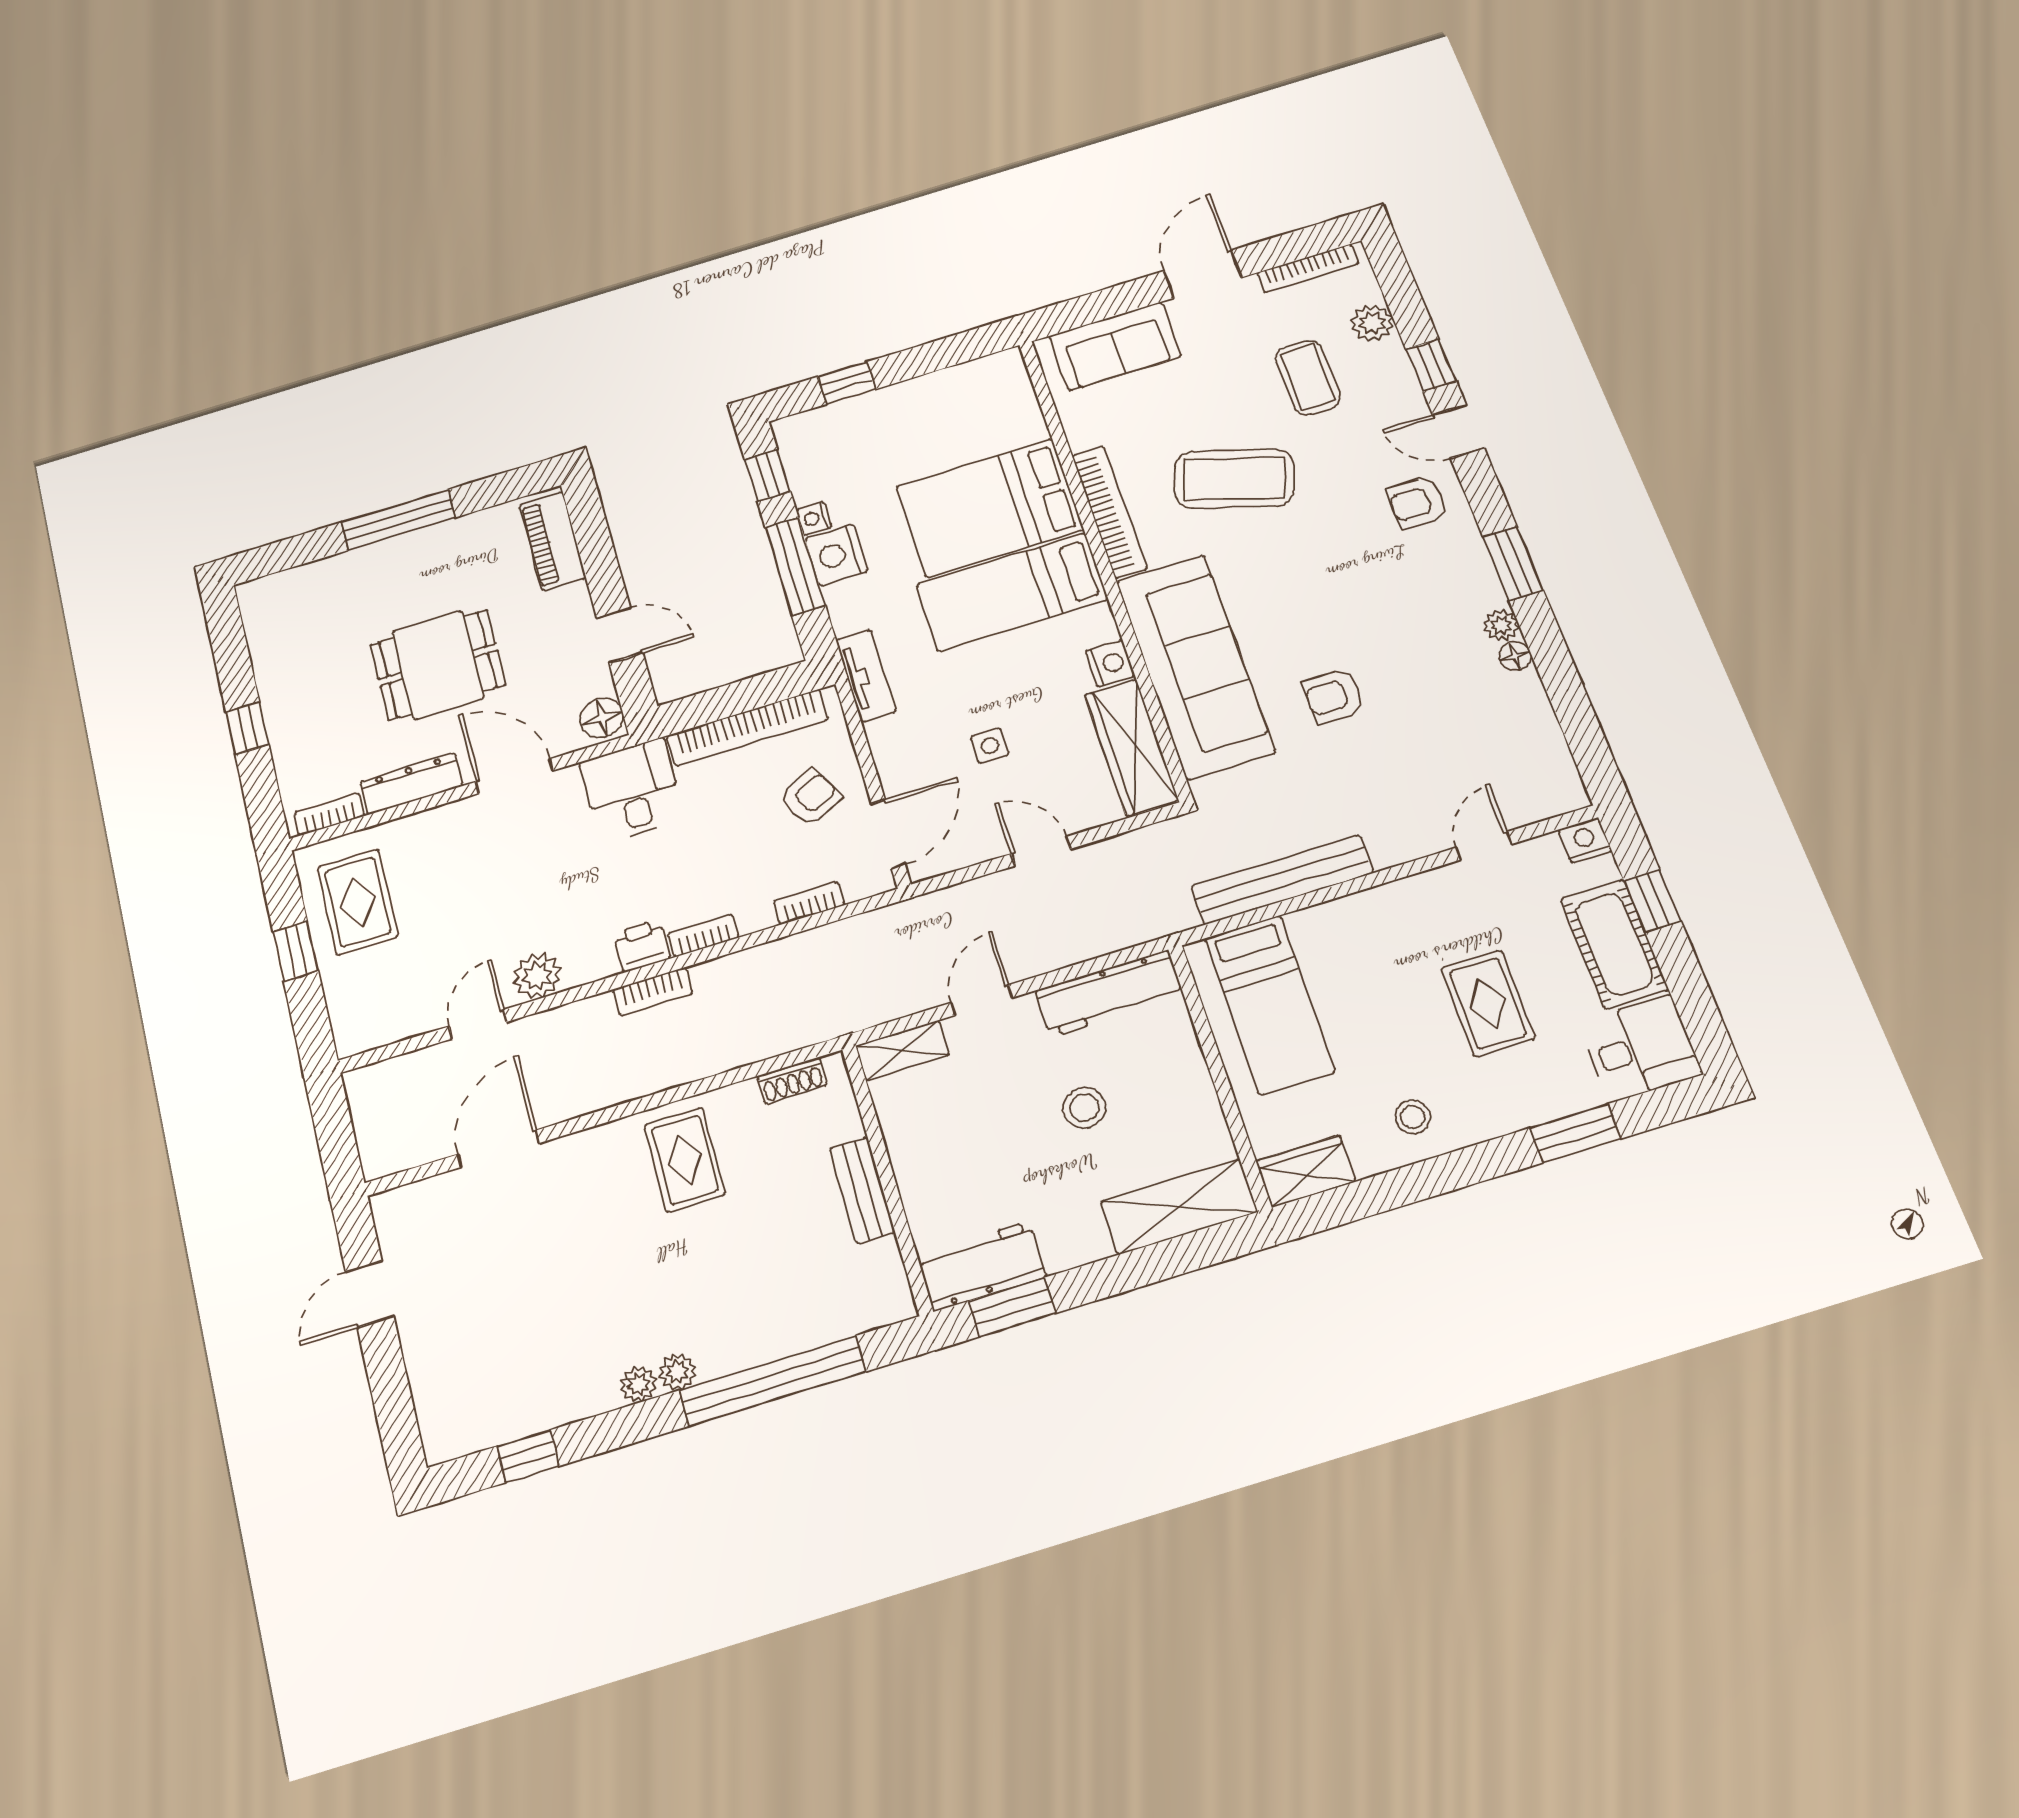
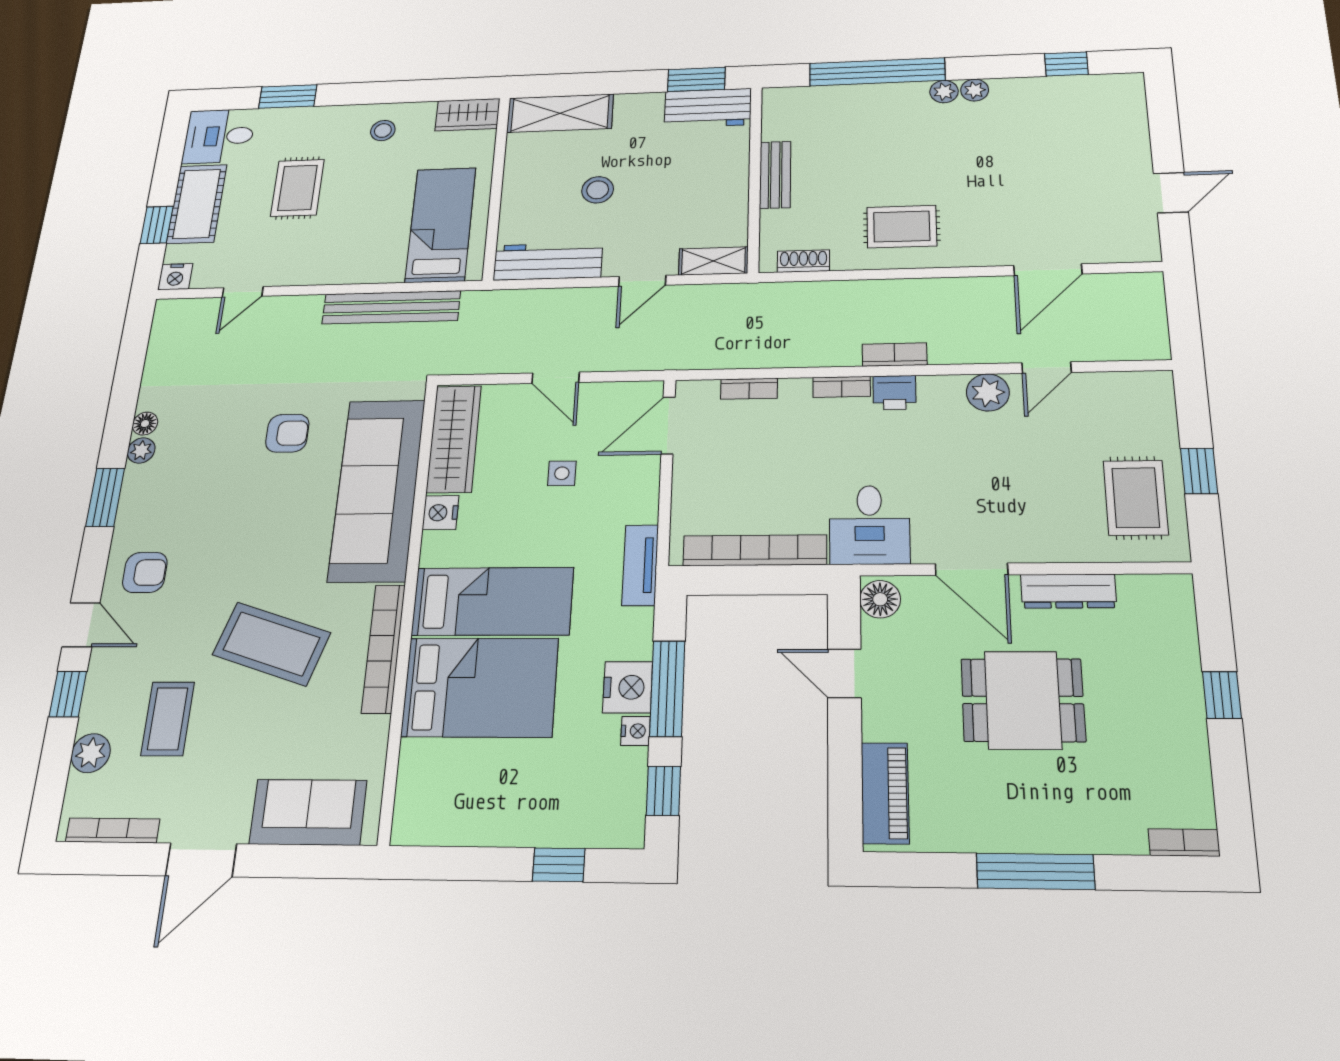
armchair: (810, 797) -> (721, 474), removed
bookcase: (329, 814) -> (1184, 843), moved, turned 180
rug: (685, 1160) -> (902, 227), turned 90

